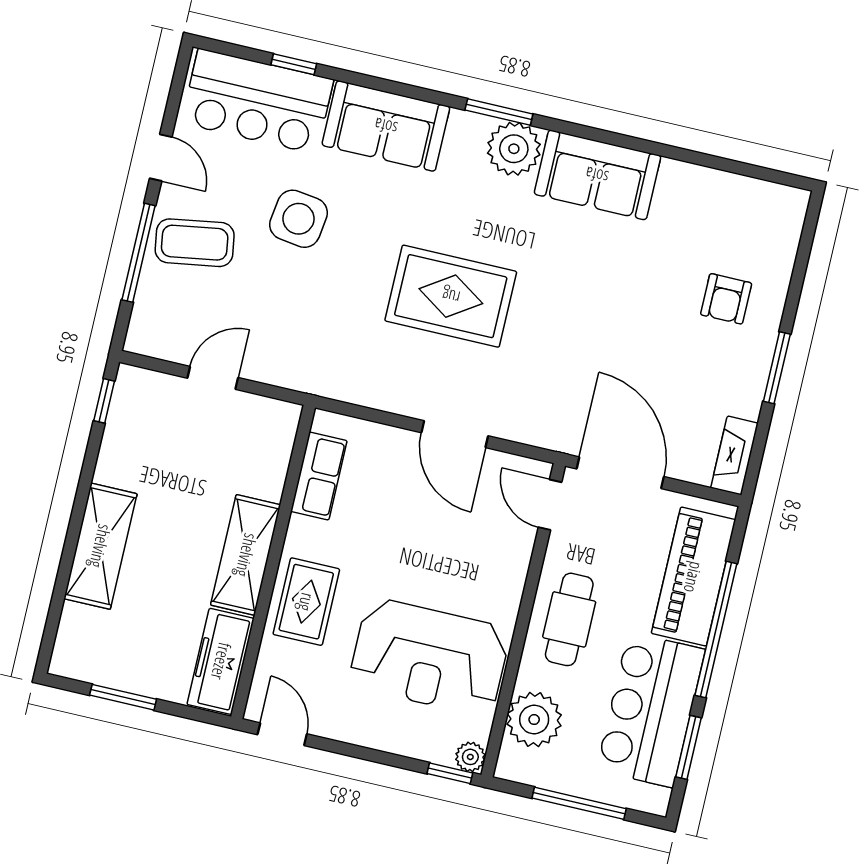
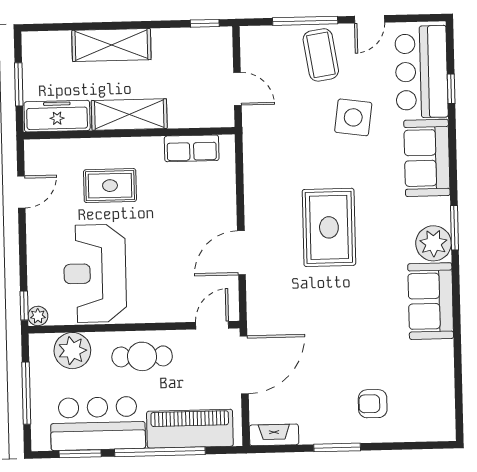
row of seats: (319, 476) -> (192, 148), moved
shelving: (246, 555) -> (129, 115), moved
wall: (273, 562) -> (129, 133), moved
freezer: (221, 661) -> (57, 116), moved

